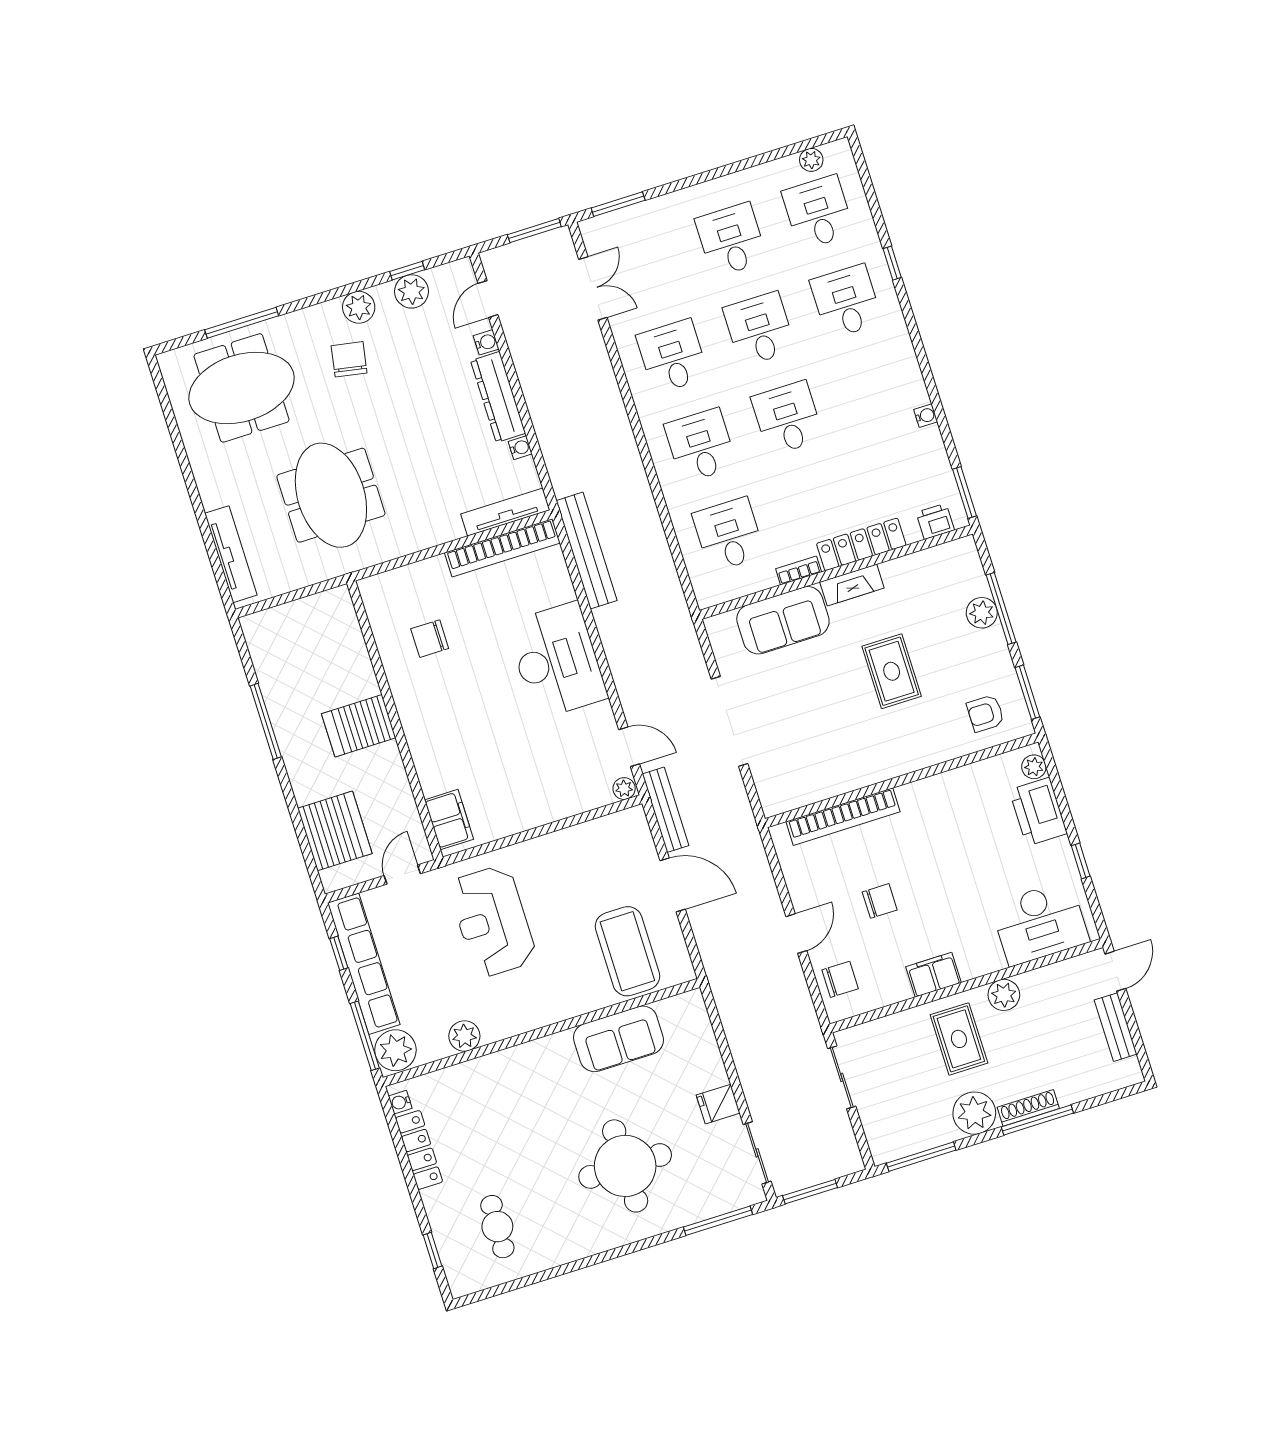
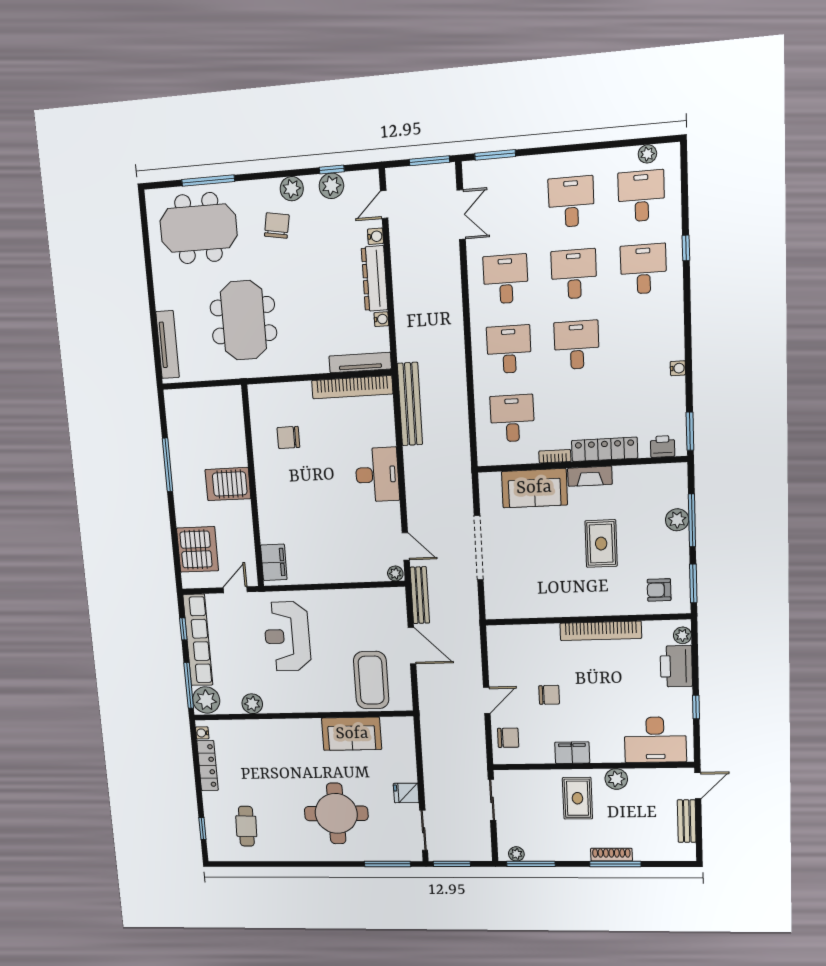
desk: (557, 660) -> (377, 475), width x0.73, depth x0.77
bookcase: (843, 817) -> (601, 631), moved
plant: (974, 1113) -> (516, 854), moved, width x0.53, depth x0.53

